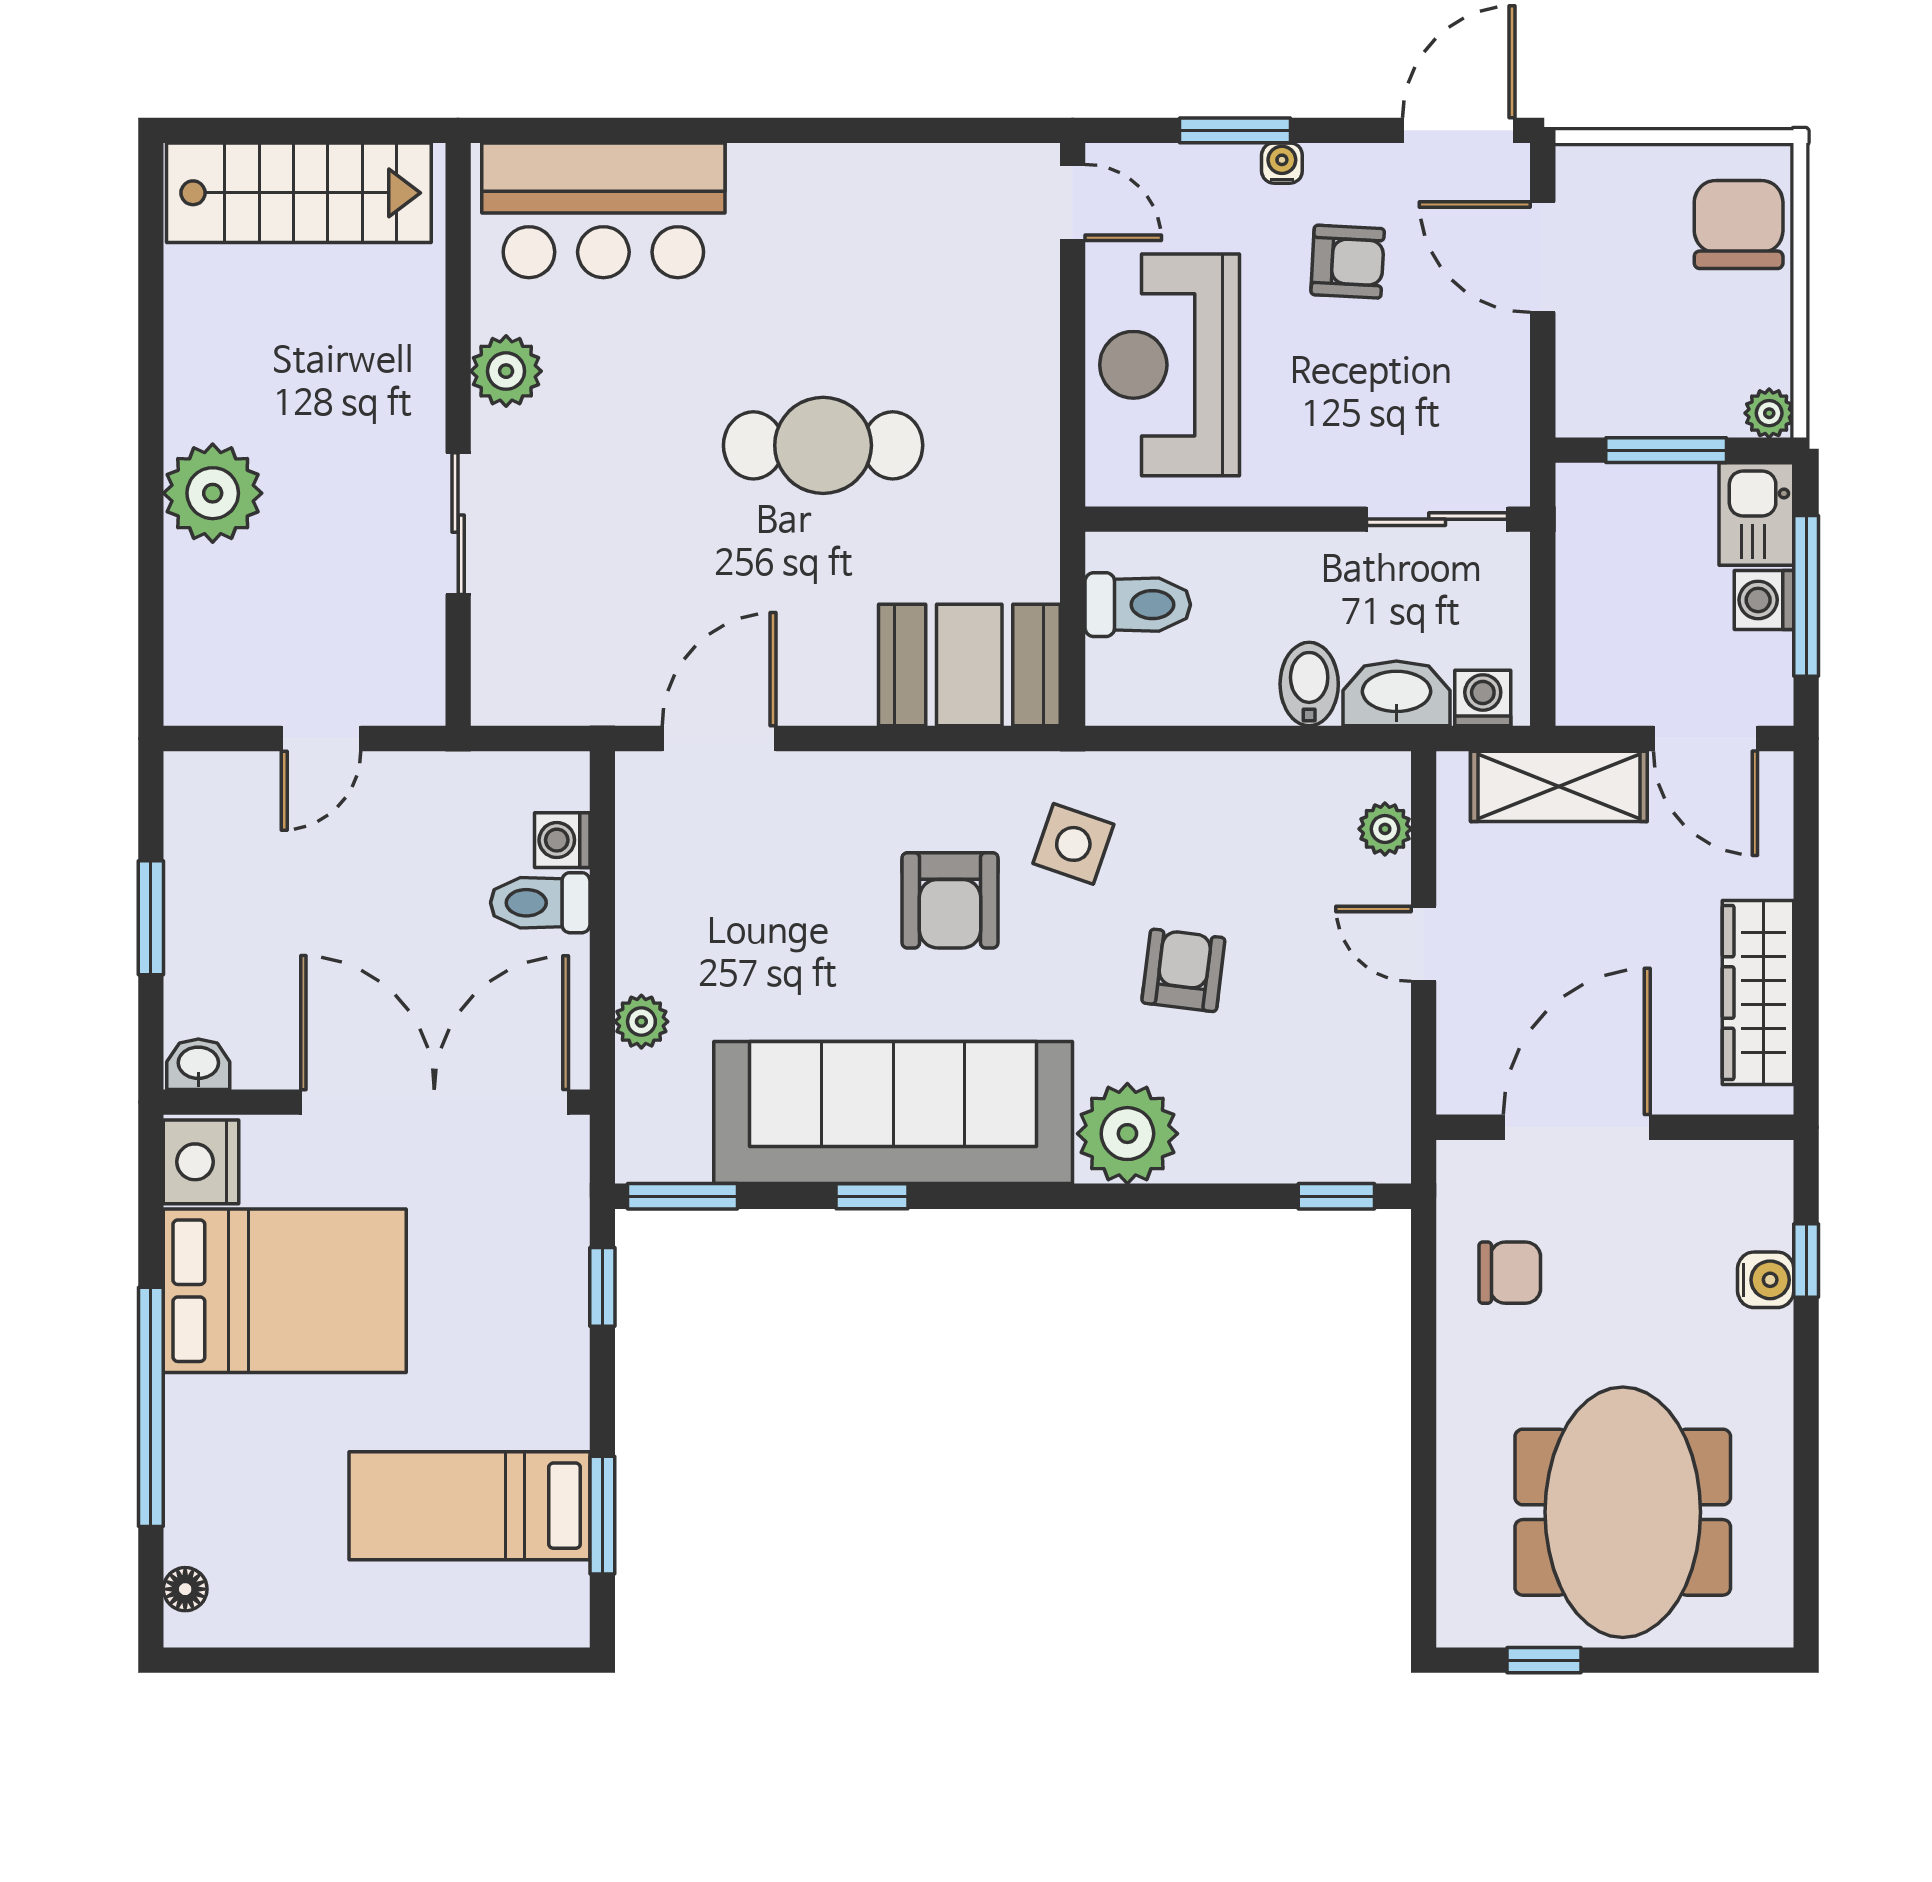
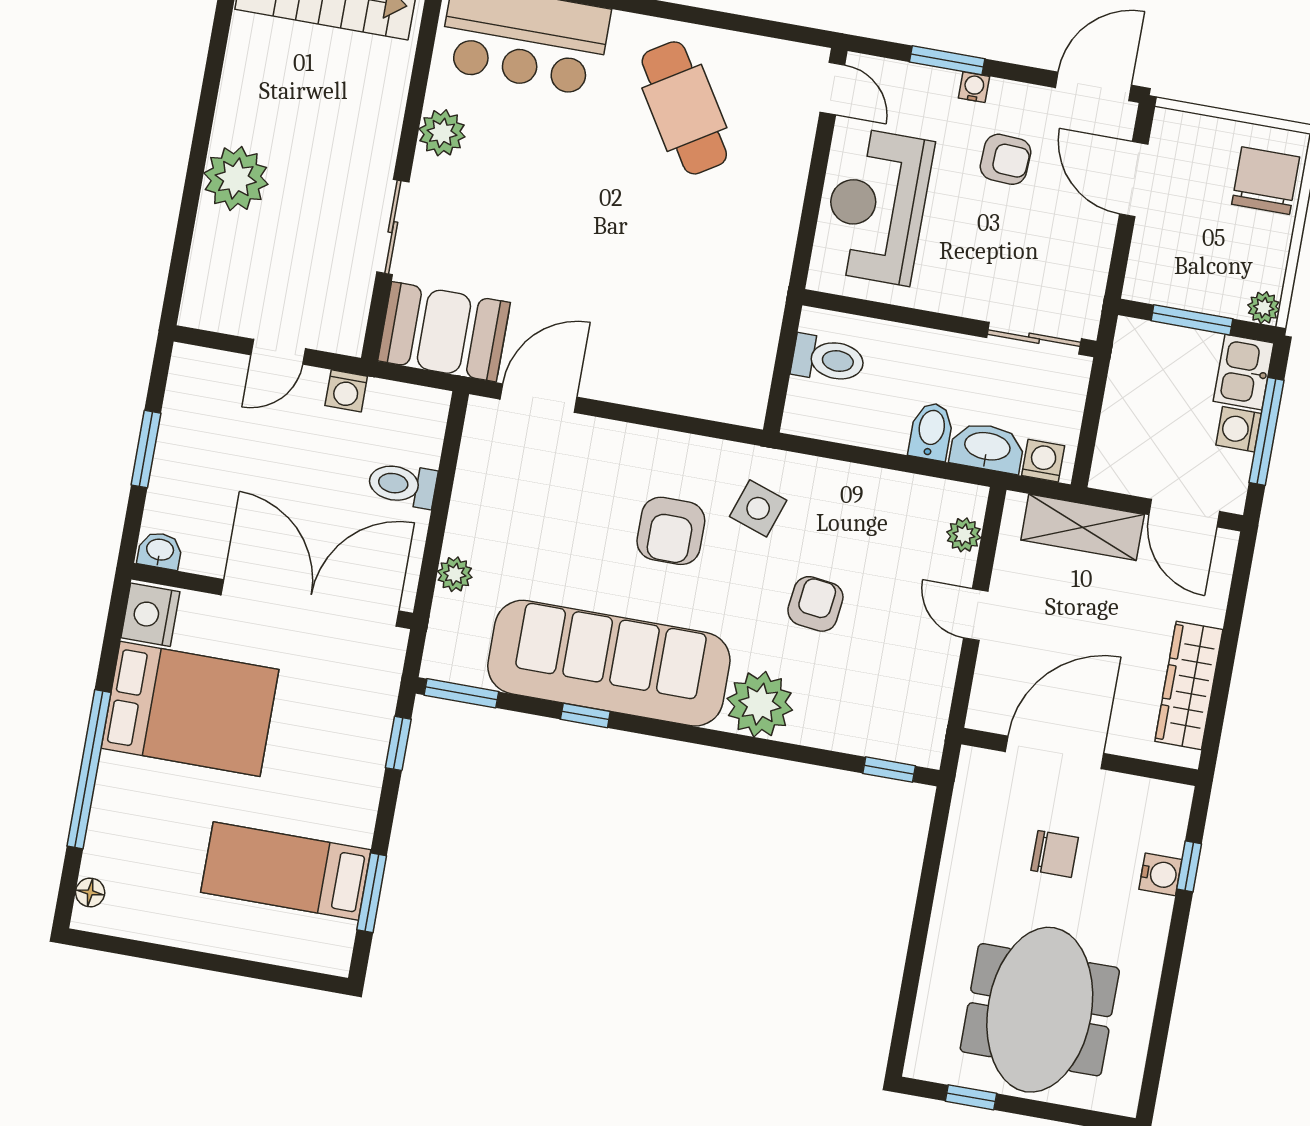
cafe table: (823, 445) -> (684, 108), moved, turned 58
booth: (969, 665) -> (444, 332), moved
washing machine: (562, 840) -> (346, 391), moved, turned -90
chair: (1510, 1273) -> (1055, 854), moved

